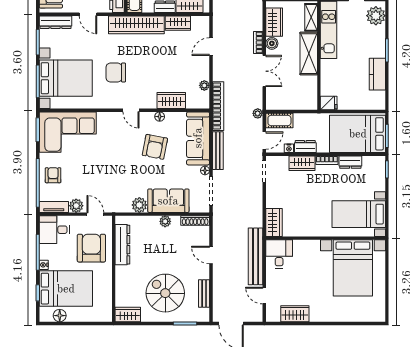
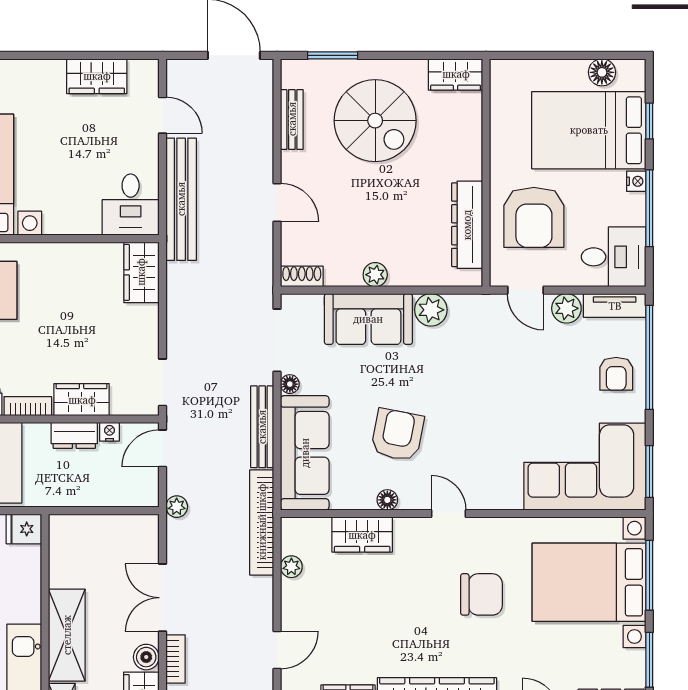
cot: (279, 120) -> (130, 491), removed
shoe rack: (195, 221) -> (302, 276), width x0.70

